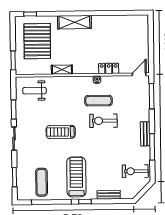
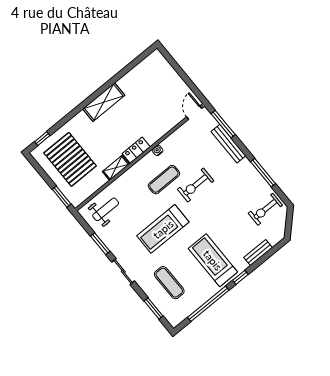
shelving: (74, 22) -> (104, 102), moved
locker: (109, 68) -> (136, 150), moved
weight bench: (34, 91) -> (106, 209), turned 180
exercise mat: (98, 101) -> (164, 180), moved
treadmill: (61, 132) -> (163, 229), width x1.37, depth x1.38
bench: (145, 134) -> (228, 144), moved, width x1.36
exercise mat: (42, 182) -> (169, 283), moved

